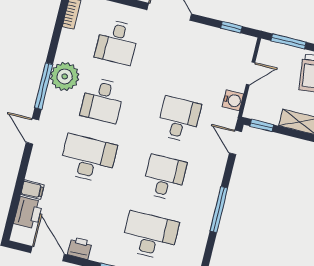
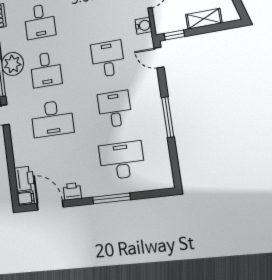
desk: (88, 159) -> (52, 119), turned 180
filing cabinet: (32, 190) -> (26, 198), moved

